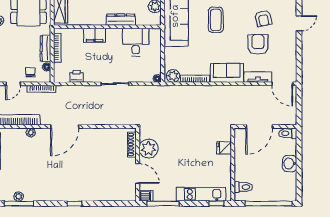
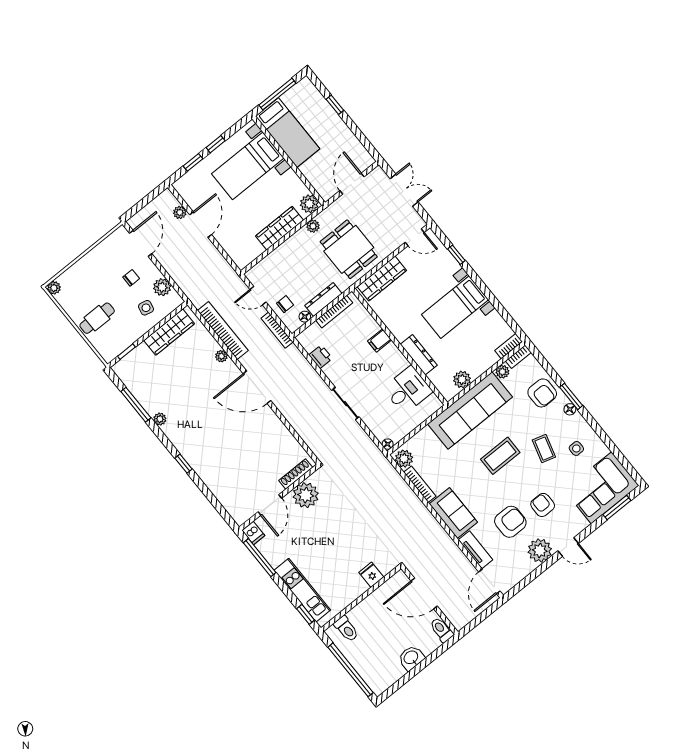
armchair: (263, 18) -> (543, 505), turned 103
filing cabinet: (95, 35) -> (380, 340), width x0.50
plant: (288, 41) -> (540, 551), added
plant: (19, 197) -> (160, 419), moved

